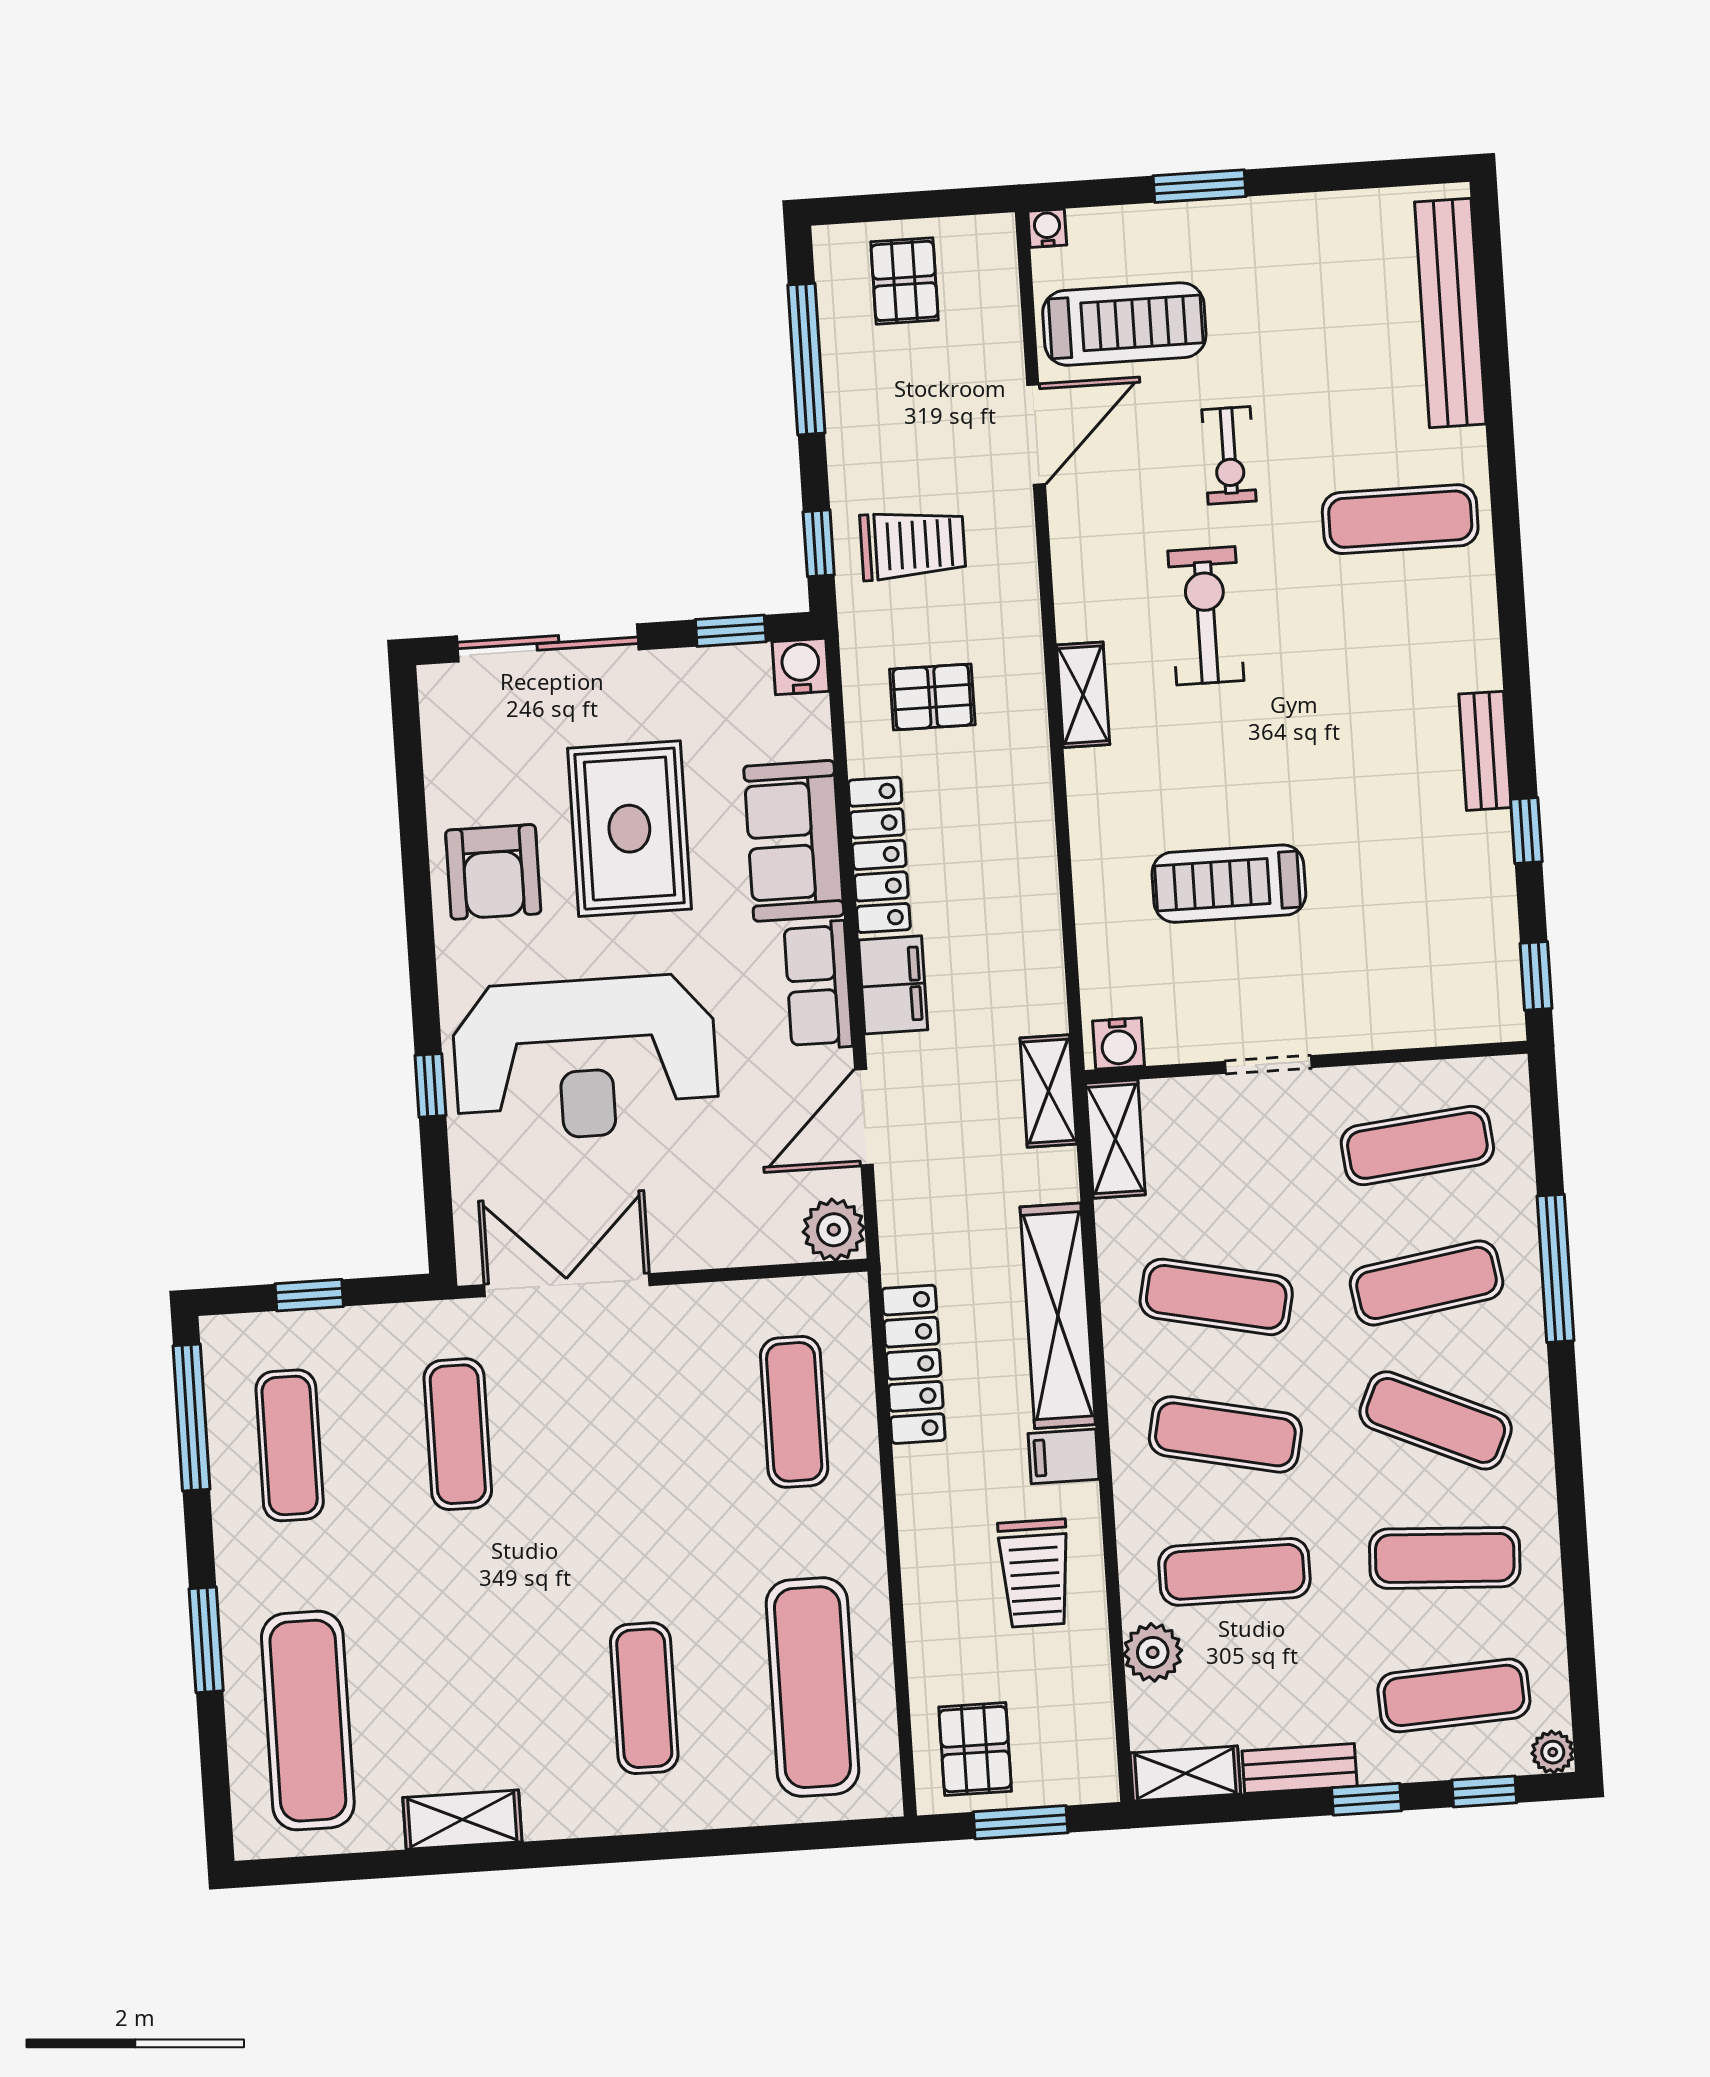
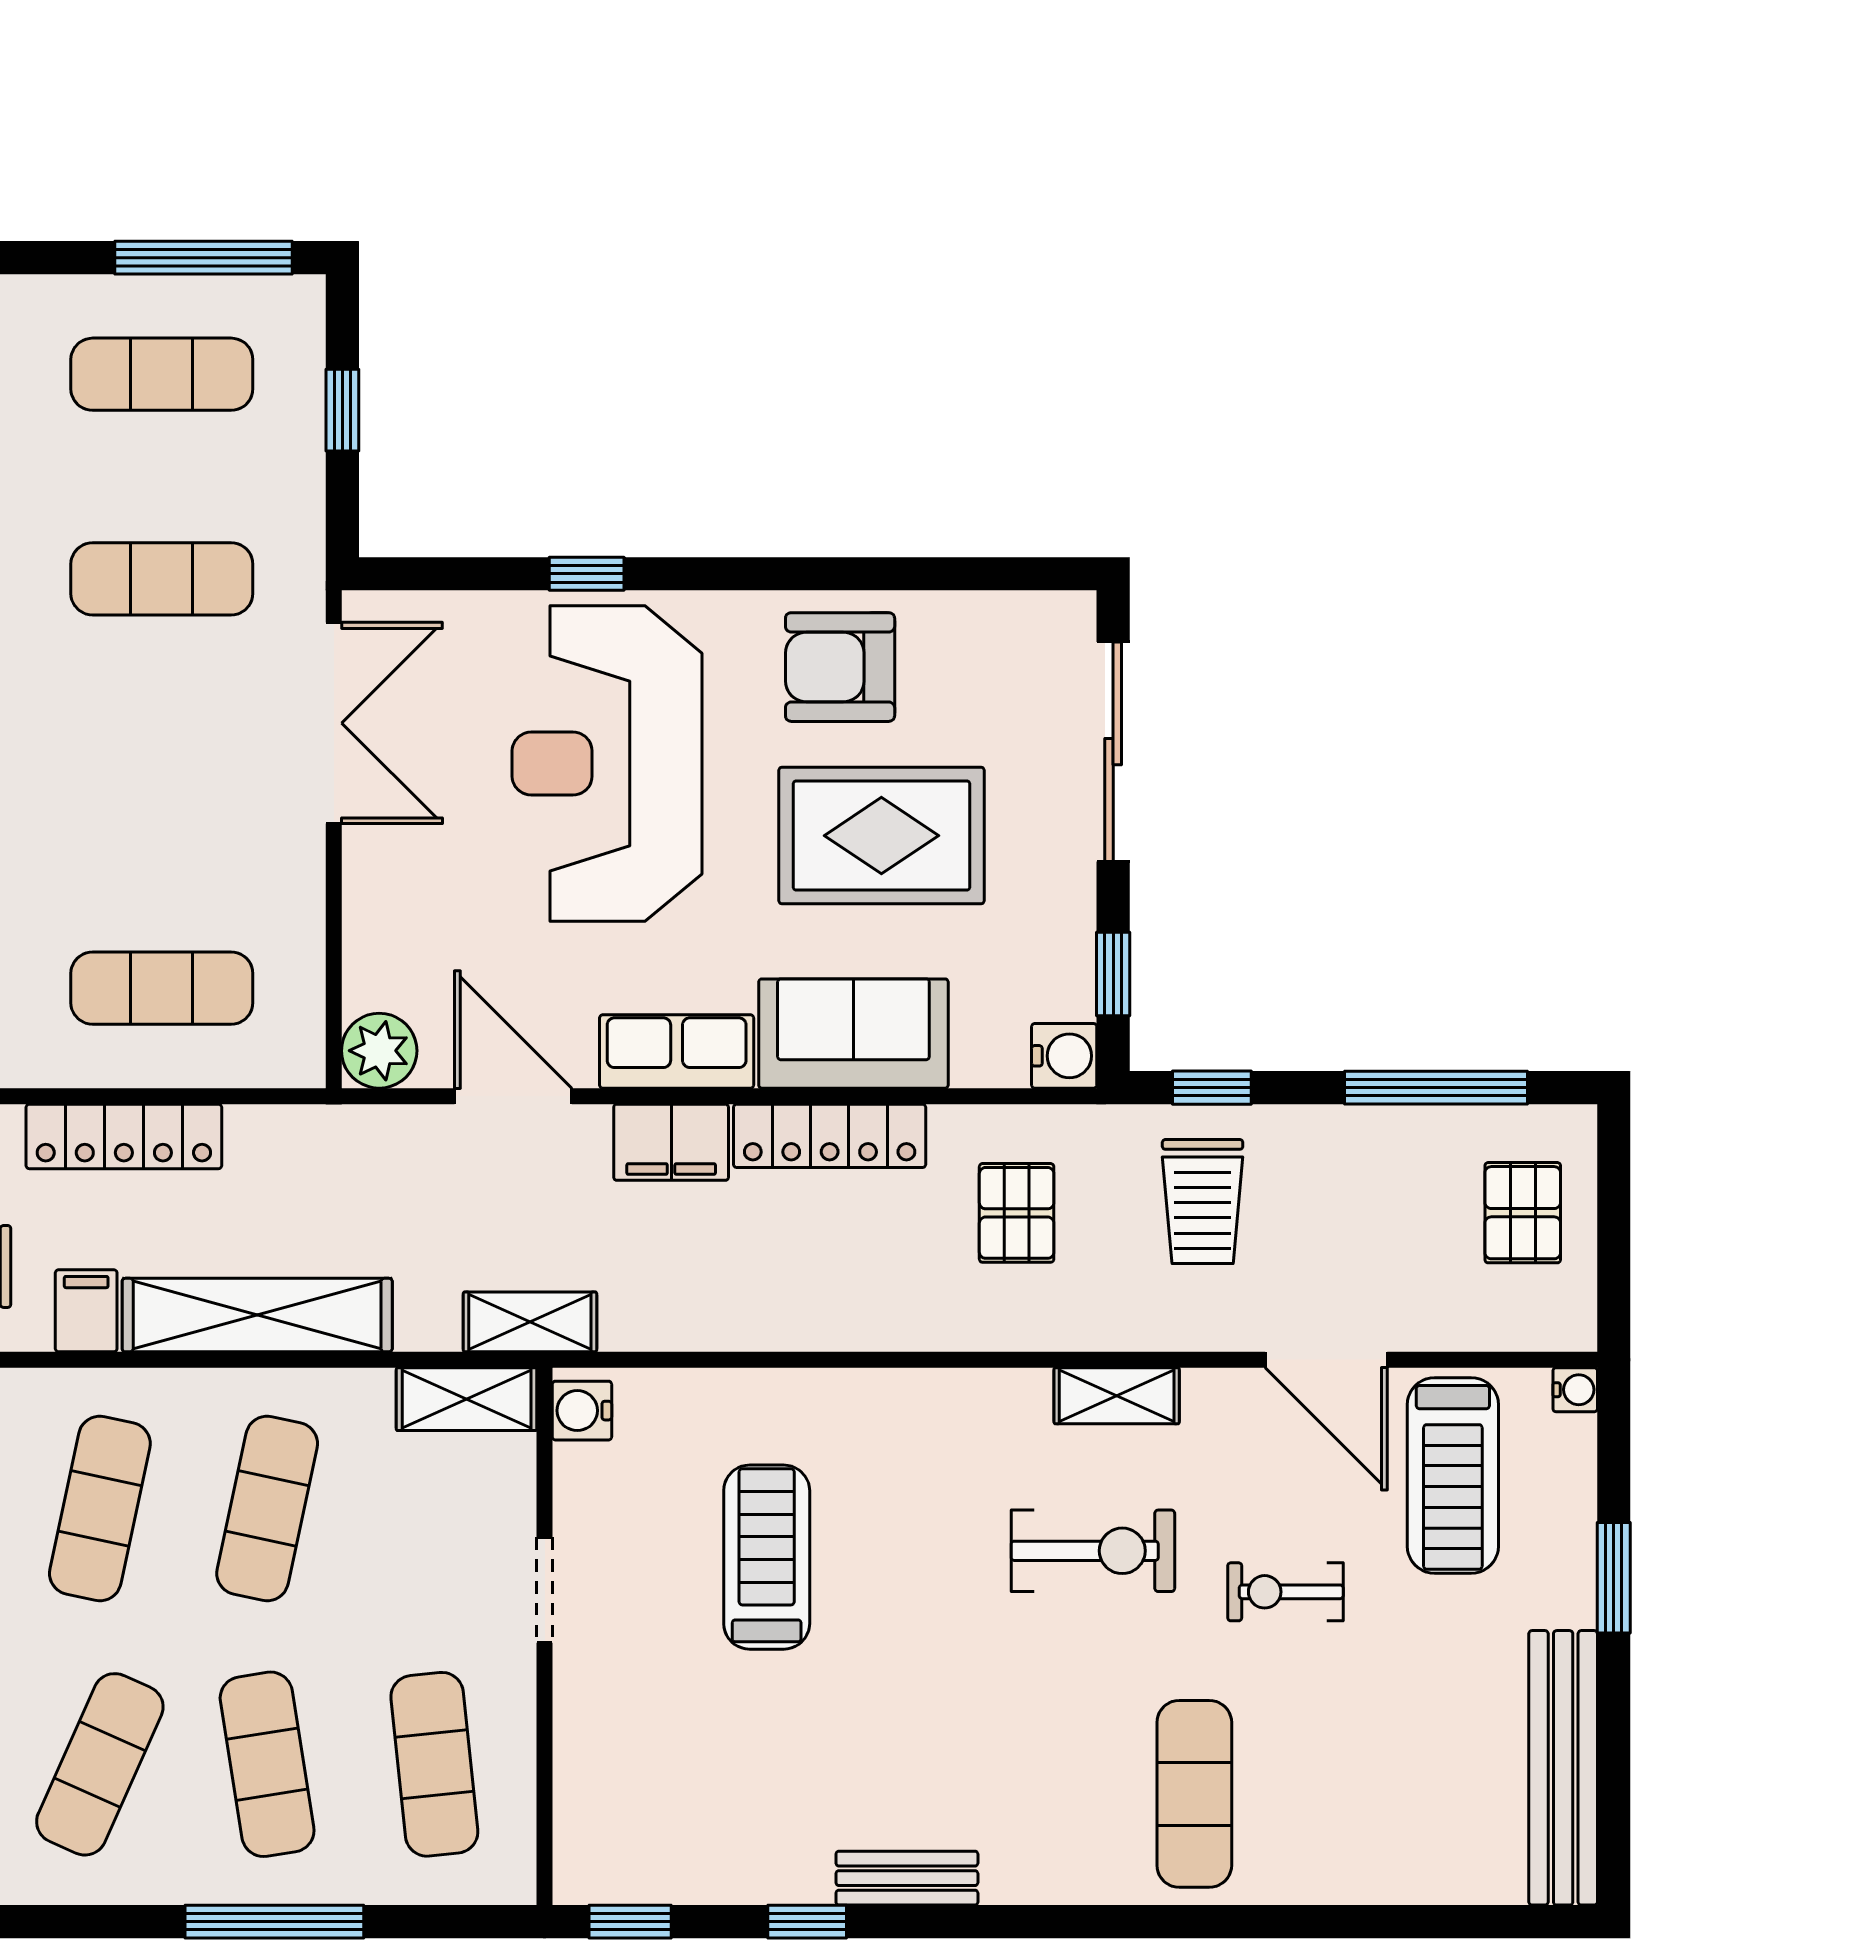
pallet: (905, 281) -> (1523, 1213), turned 90
bench: (1450, 313) -> (1563, 1768), moved, turned 90
shelving: (1083, 695) -> (1117, 1396), moved
locker: (914, 1364) -> (124, 1136), moved

